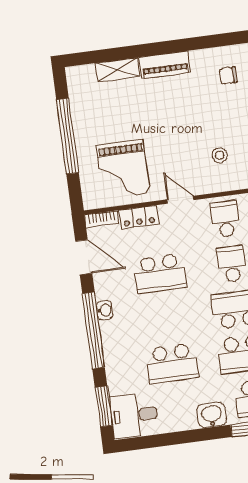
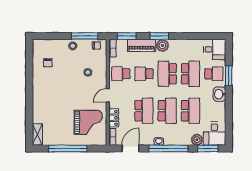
piano: (165, 65) -> (38, 94), removed
shelving: (118, 70) -> (37, 134), moved
school desk: (166, 318) -> (167, 111), added
plant: (118, 383) -> (197, 140), added

